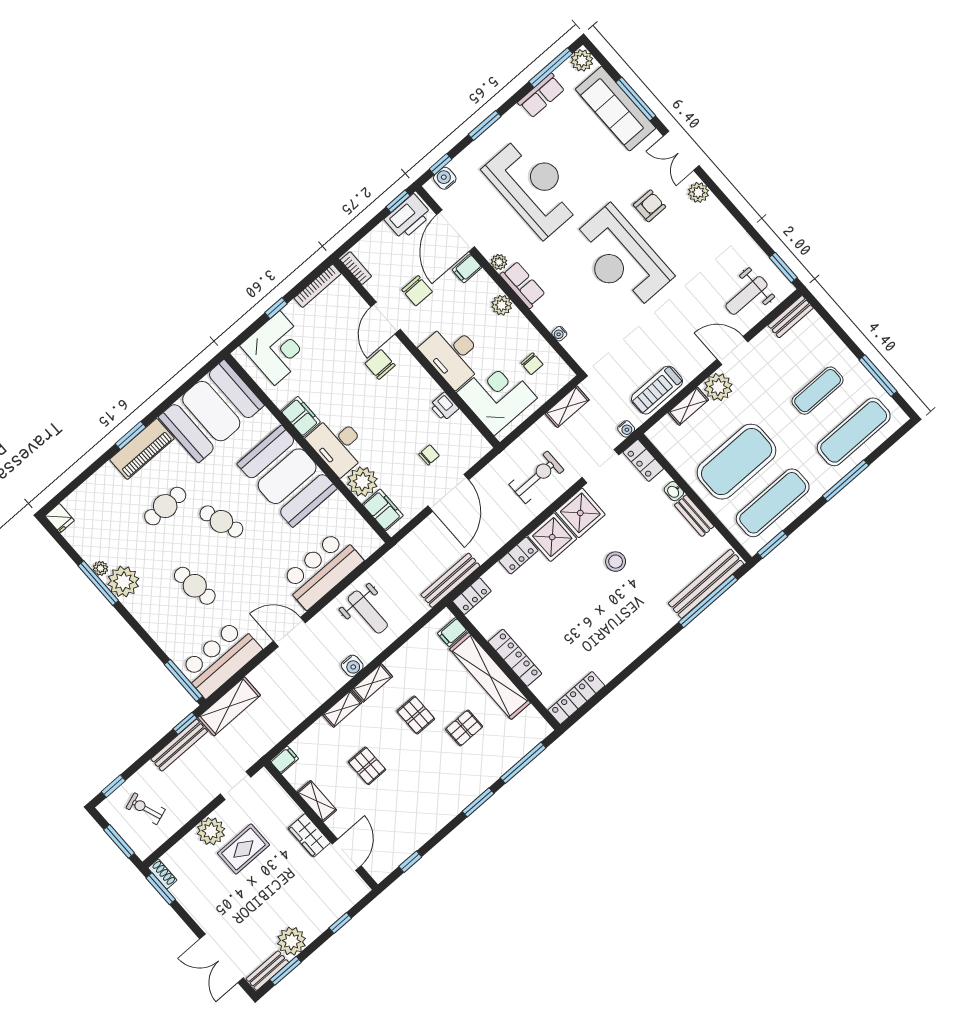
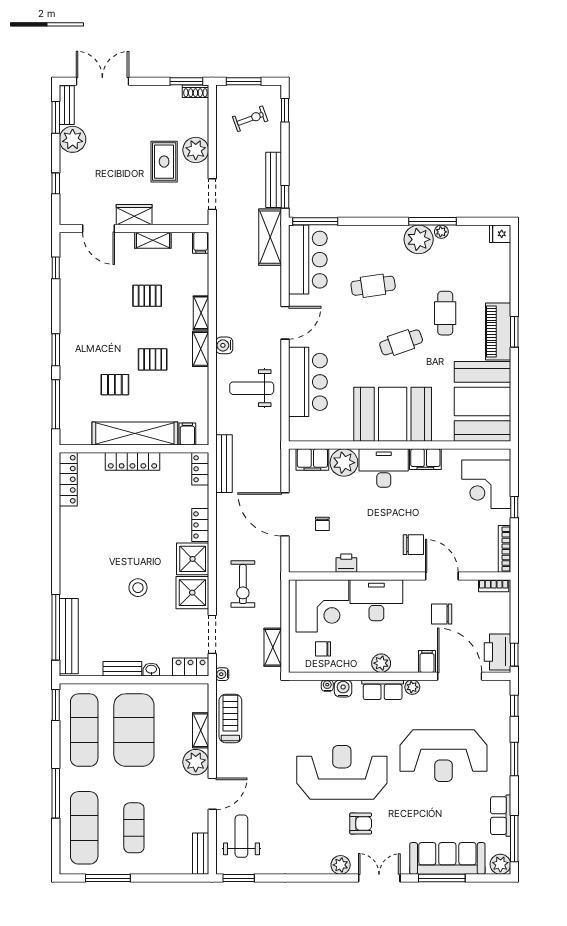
water cooler: (445, 178) -> (343, 688), moved, turned -90
armchair: (649, 206) -> (361, 823), turned -90
pallet: (464, 728) -> (115, 385), turned 90

